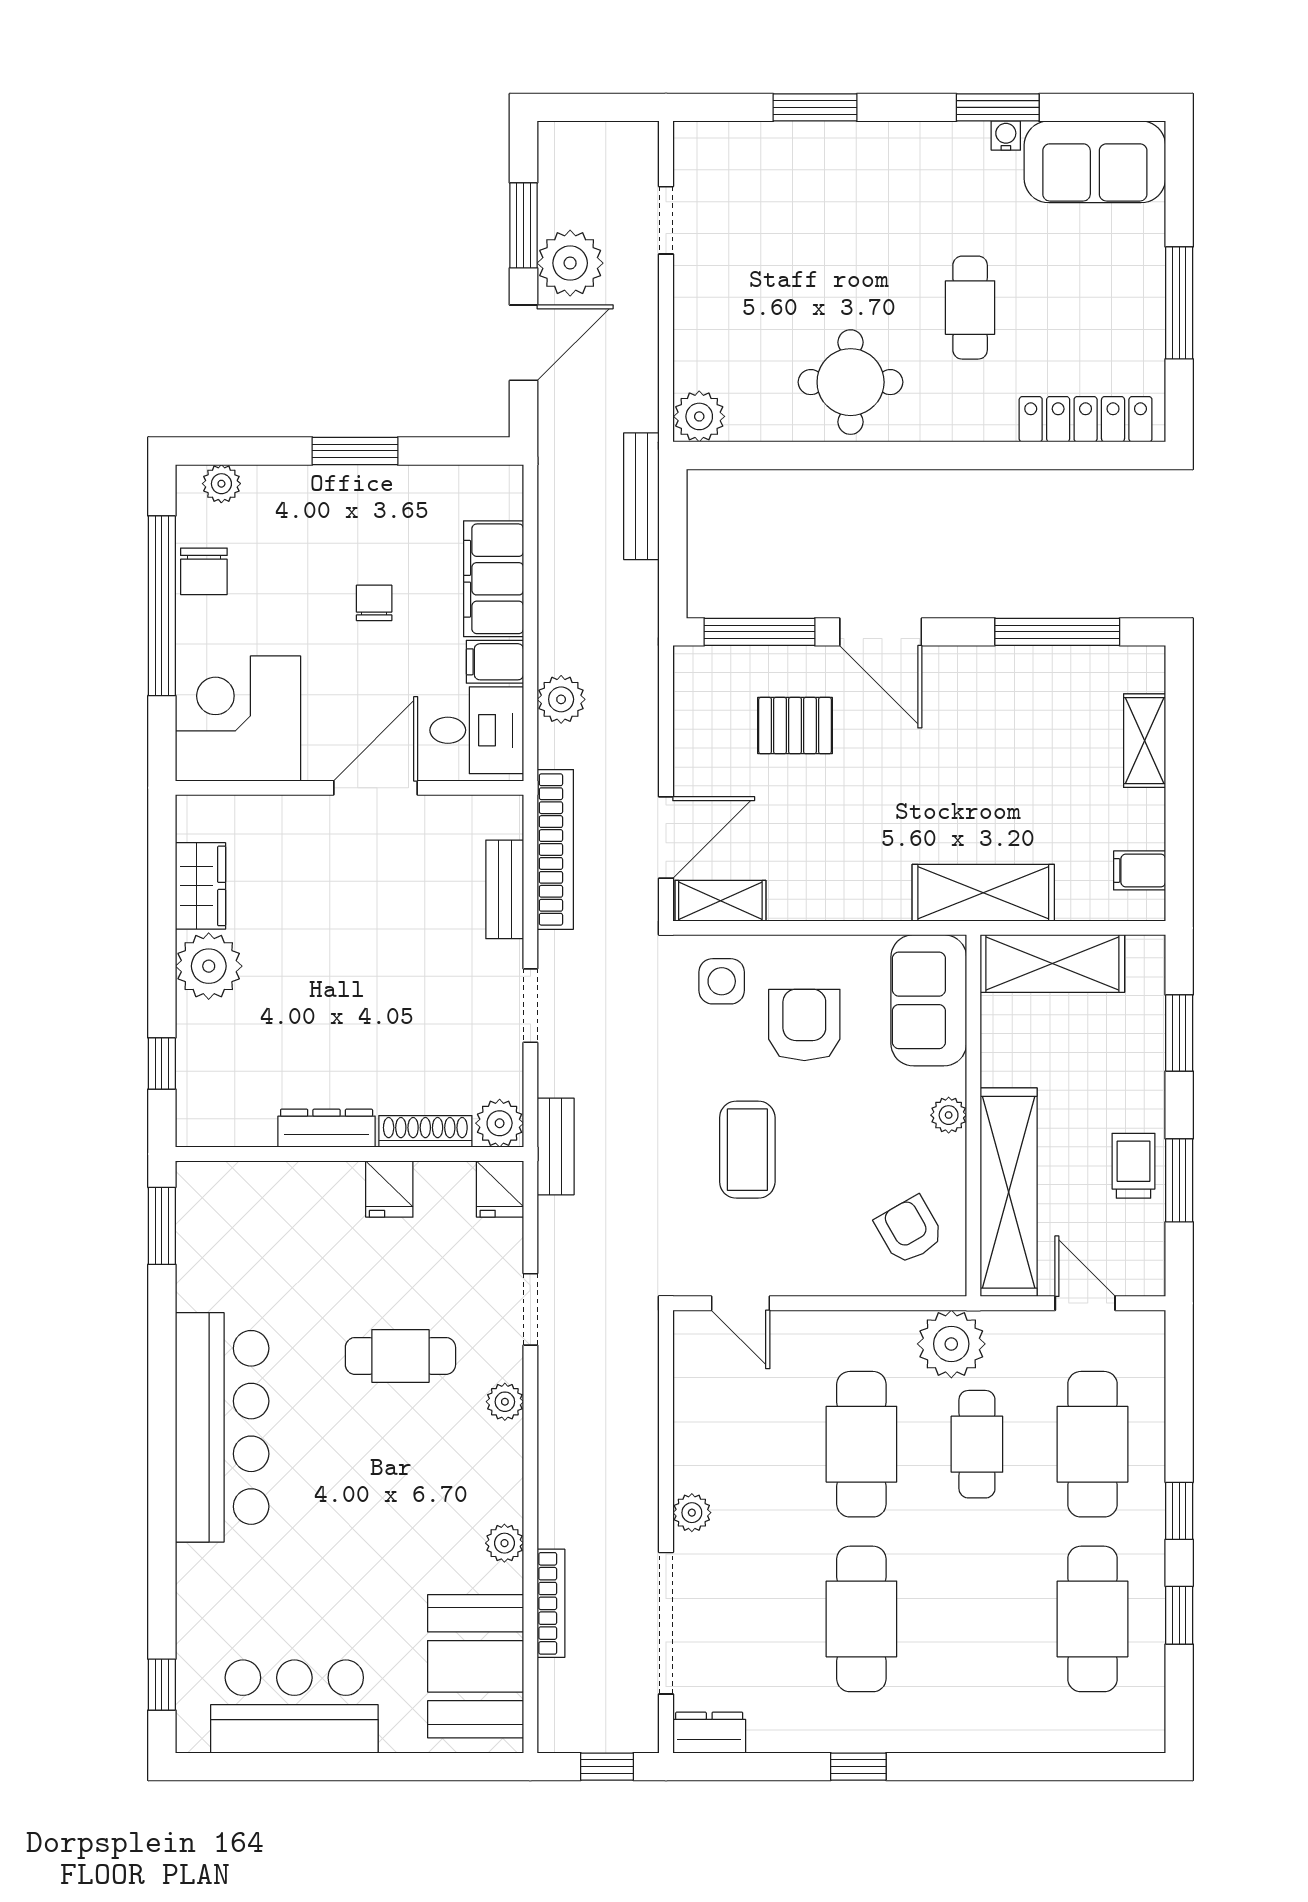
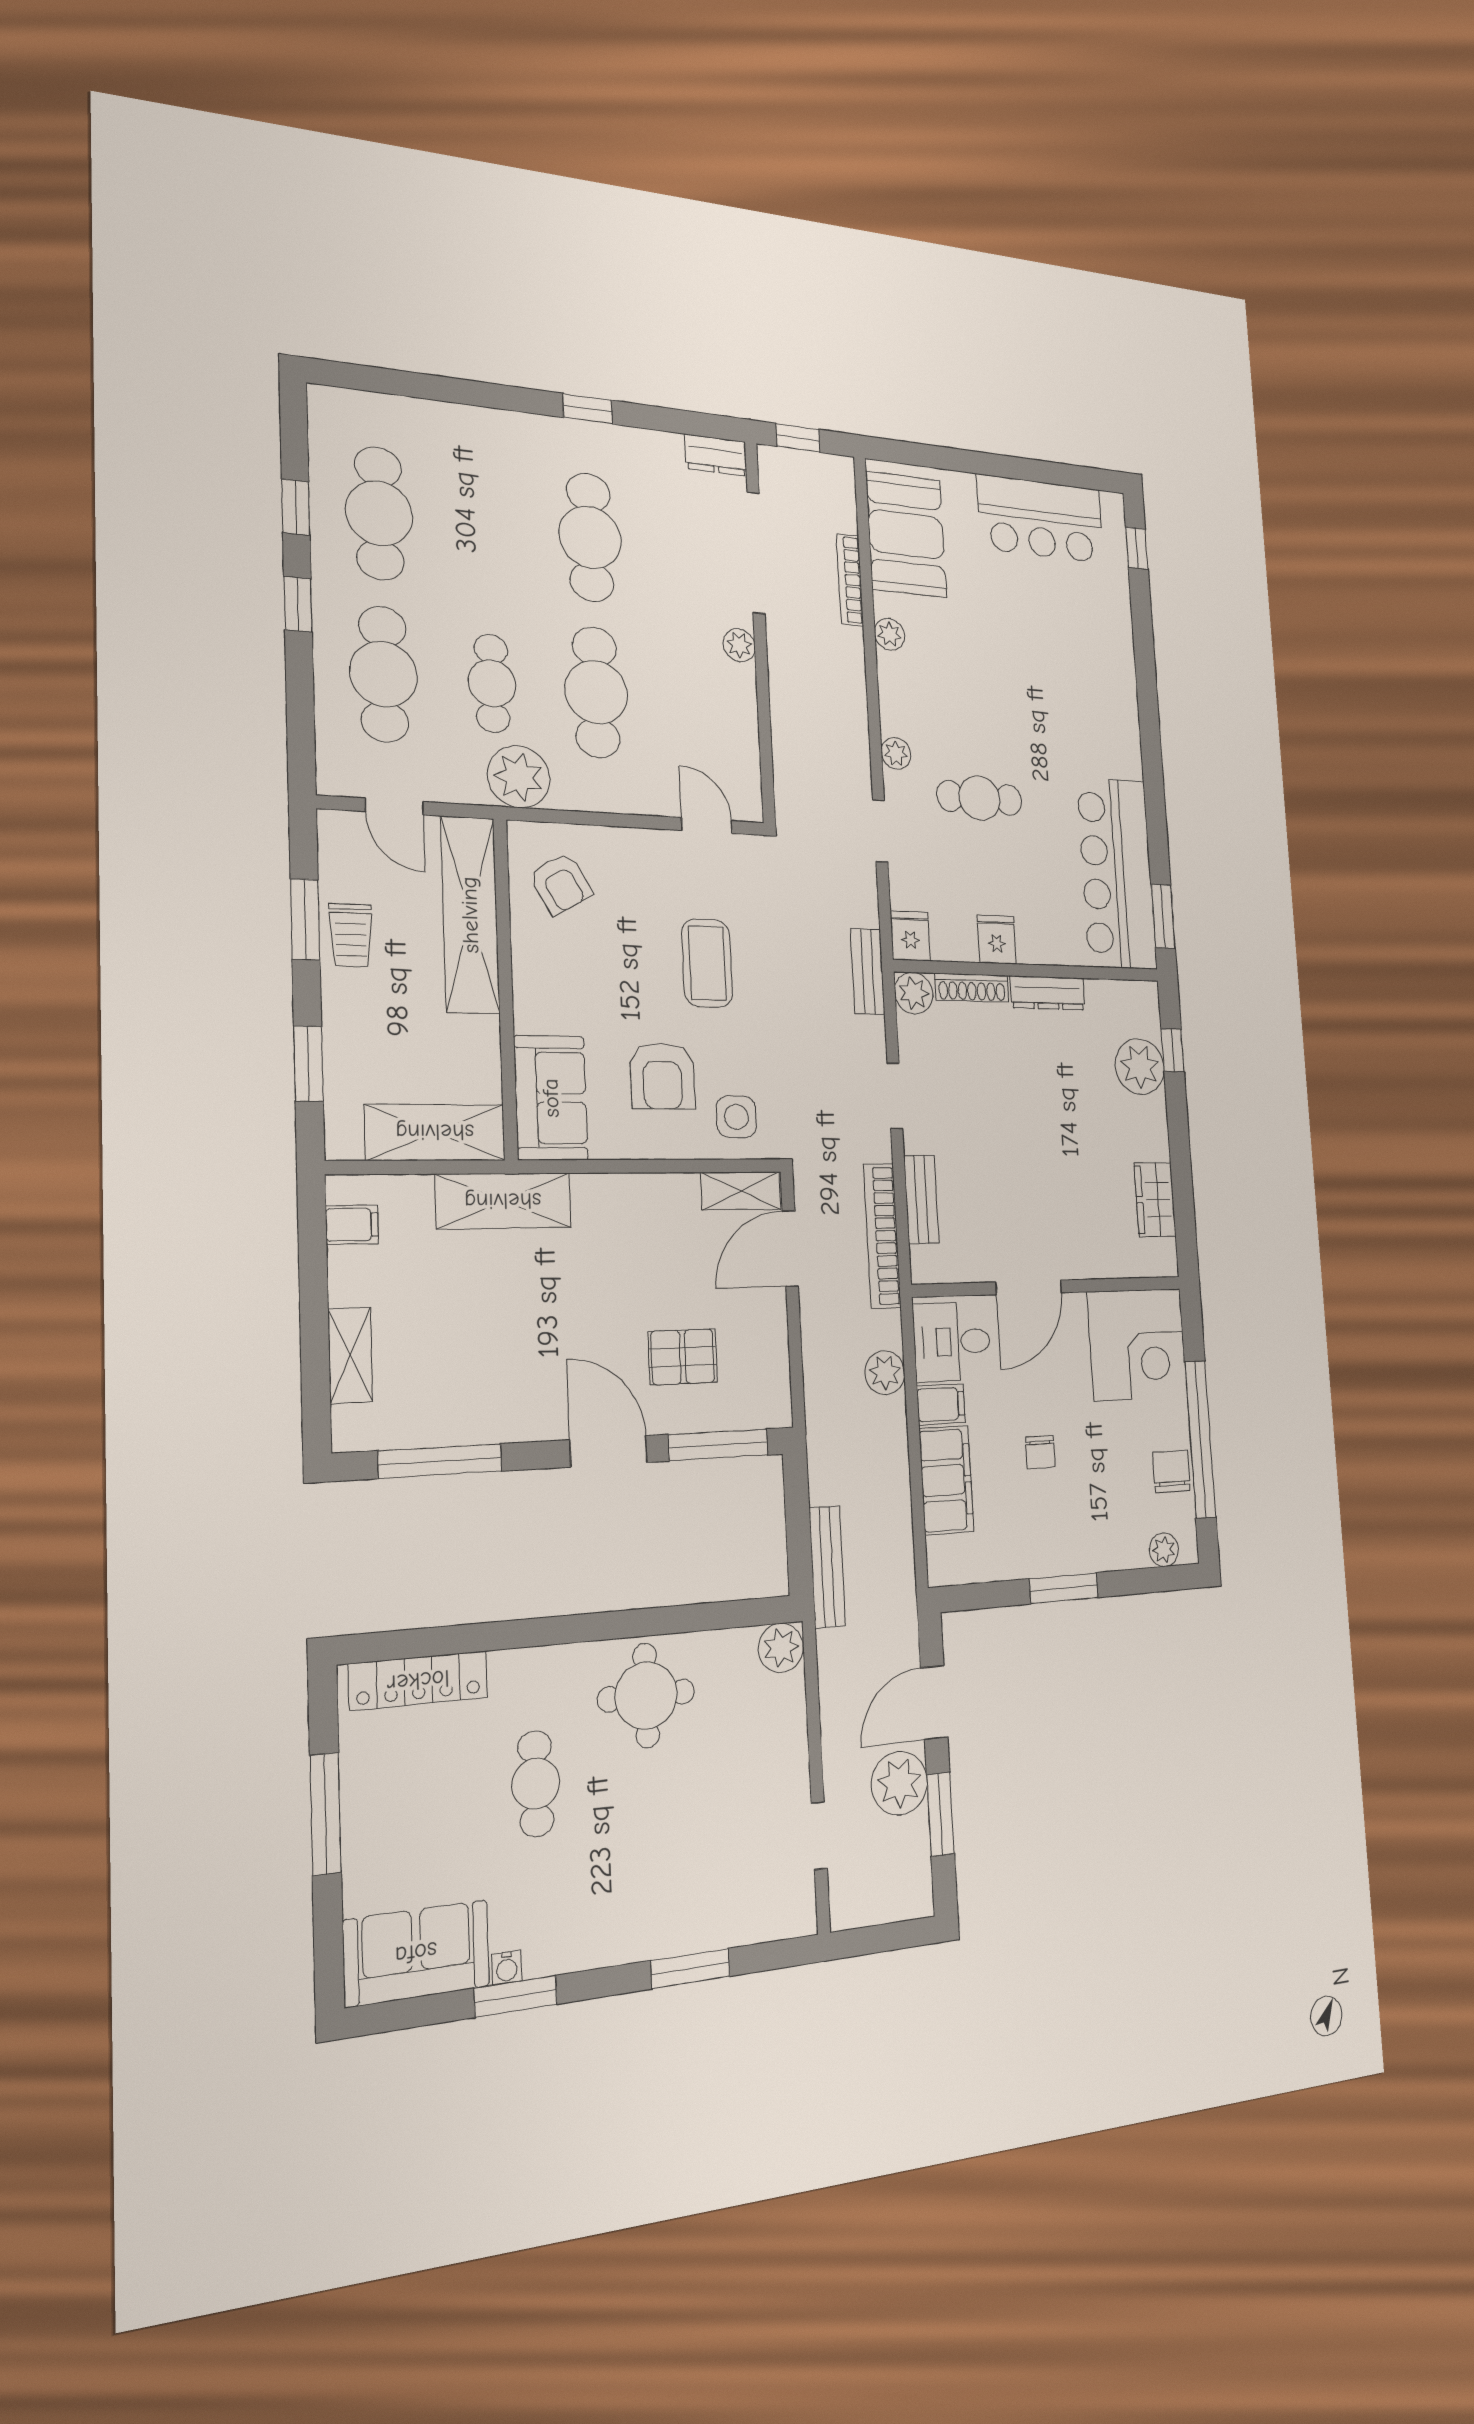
plant: (209, 966) -> (1140, 1066), moved
plant: (949, 1115) -> (529, 989), removed
bar counter: (222, 1427) -> (1117, 873), moved

